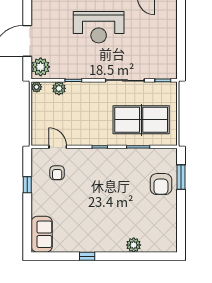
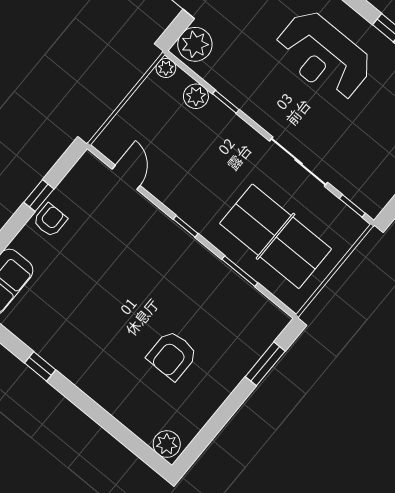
armchair: (57, 173) -> (50, 220), moved, turned 180
armchair: (161, 184) -> (172, 355), moved
plant: (134, 245) -> (167, 444), moved

